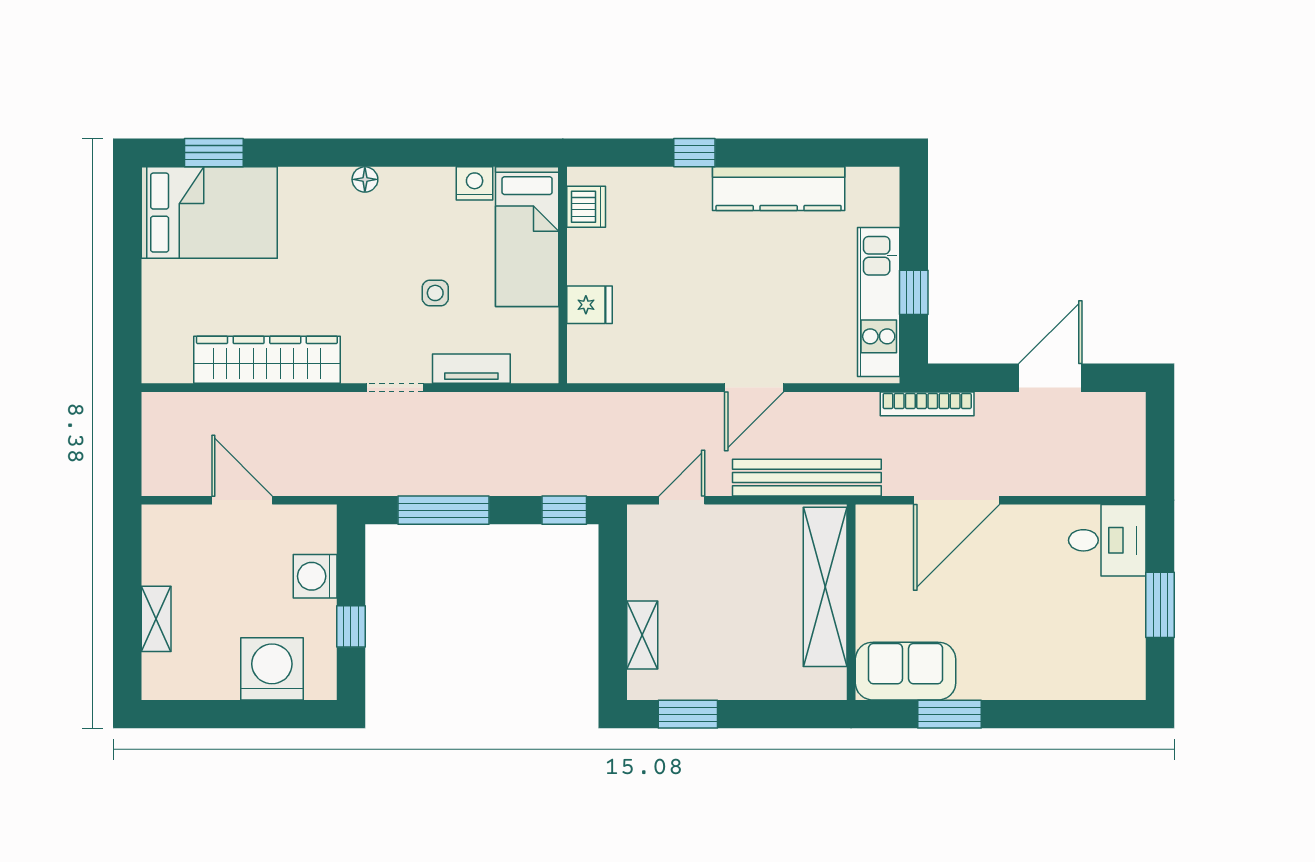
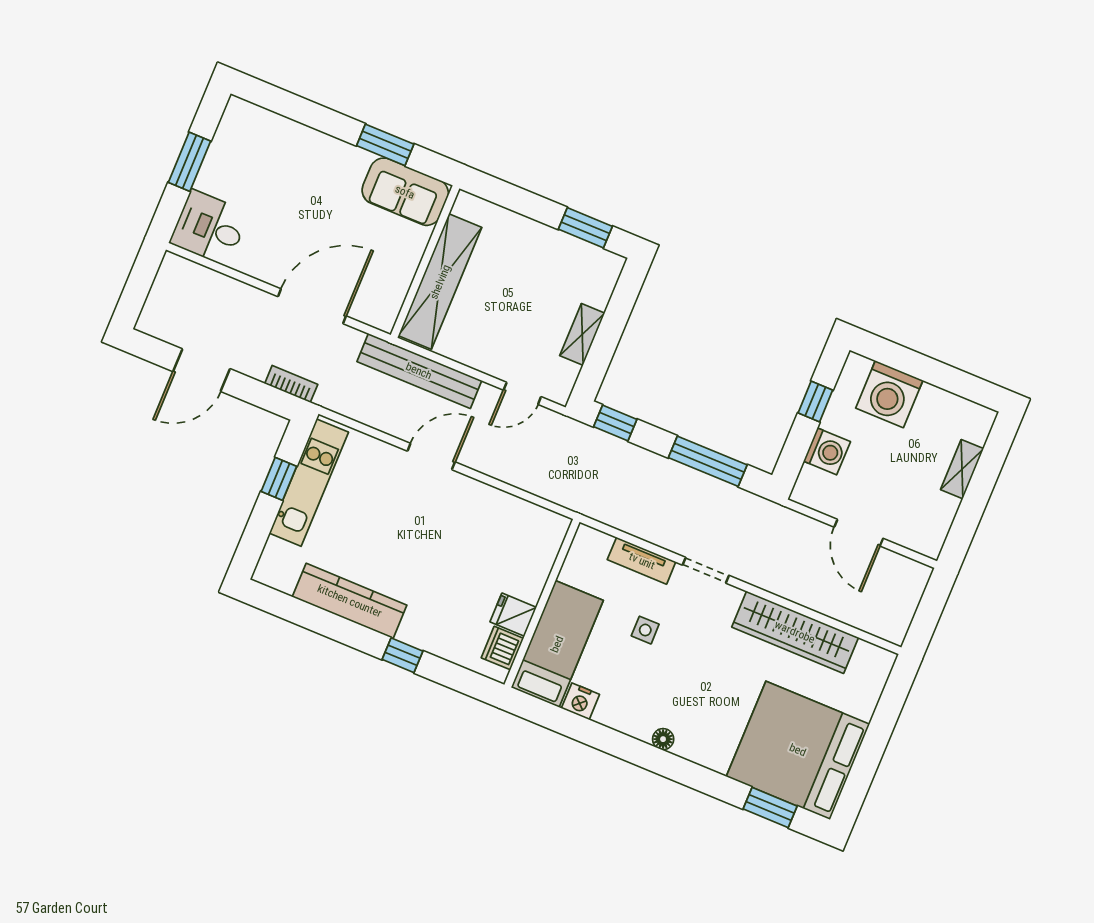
bed: (209, 213) -> (798, 750), width x1.36
fridge: (590, 305) -> (513, 615), moved
bookcase: (927, 404) -> (291, 384), width x0.64
shelving: (642, 635) -> (582, 334), moved

